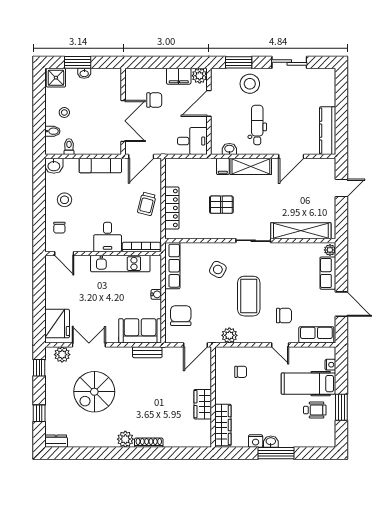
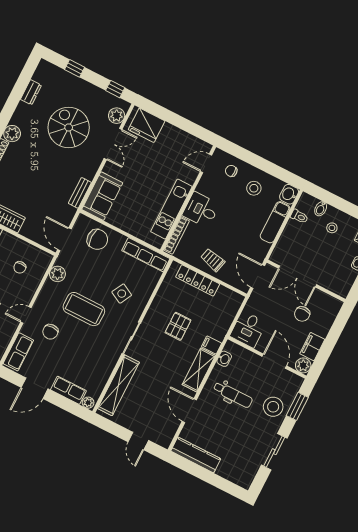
exam couch: (100, 166) -> (275, 222), moved
water cooler: (156, 294) -> (127, 227), removed
dresser: (56, 441) -> (31, 92), moved

